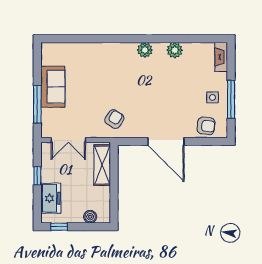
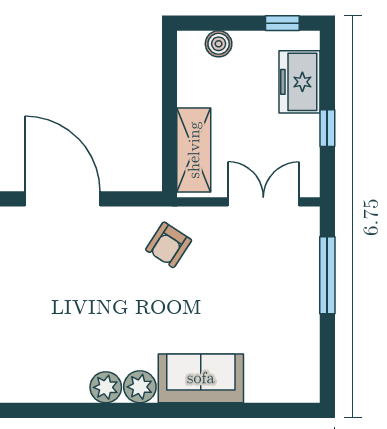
plant: (175, 50) -> (140, 387), moved
sofa: (53, 87) -> (201, 378), moved, turned 90

